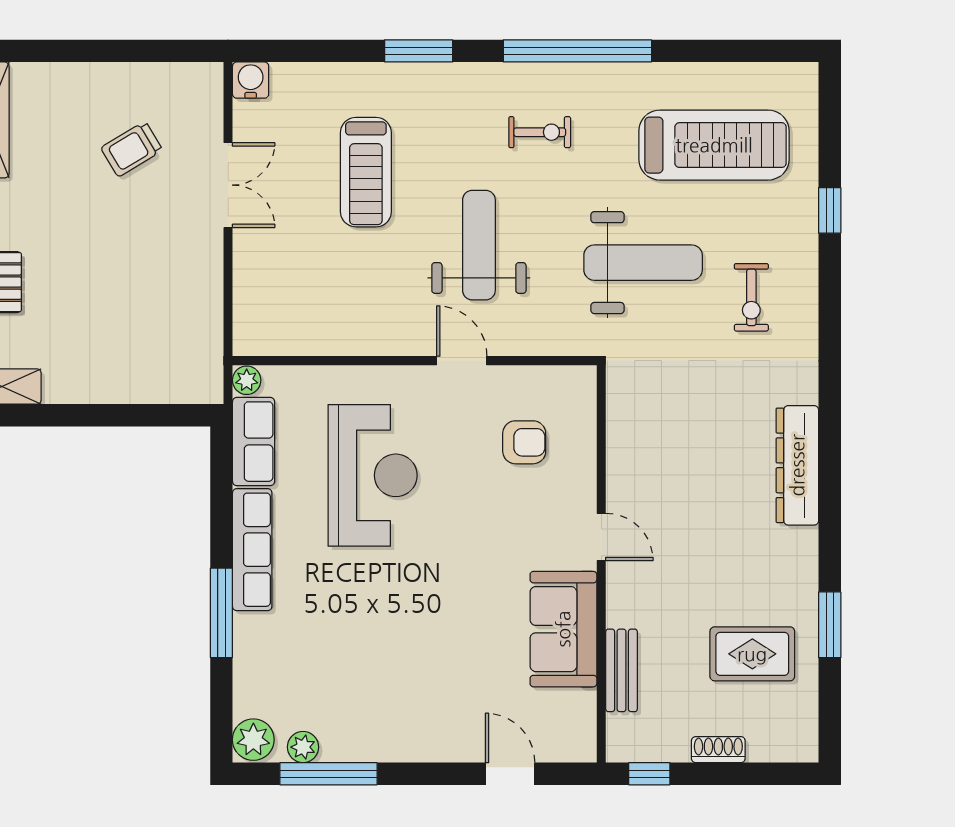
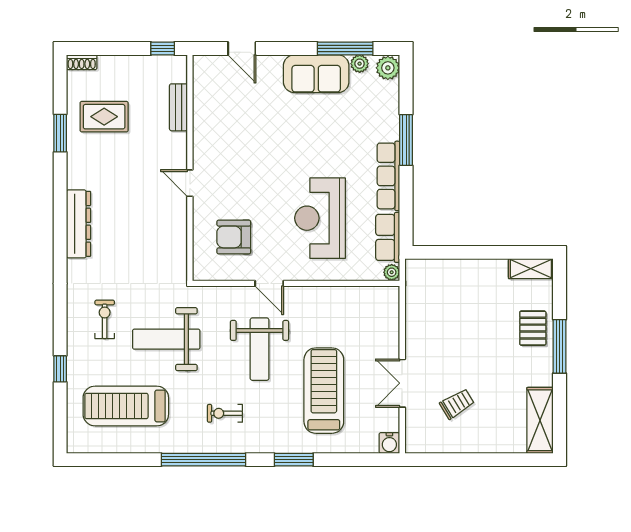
treadmill: (366, 172) -> (324, 391), width x1.37, depth x1.38
armchair: (524, 442) -> (234, 237), width x1.38, depth x1.38
sofa: (563, 629) -> (316, 74), moved, turned 90
shoe rack: (718, 750) -> (82, 62), moved

